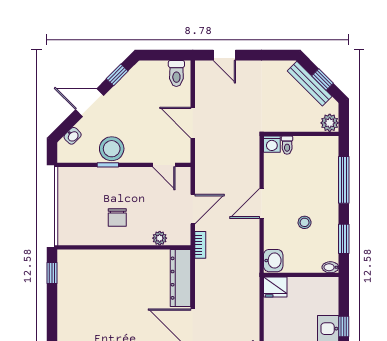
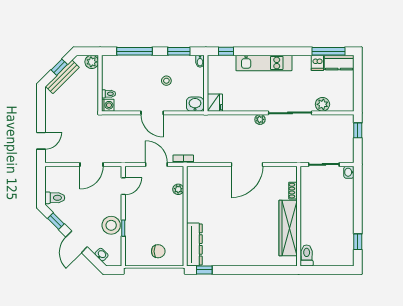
toilet: (176, 73) -> (55, 198), moved
chair: (117, 218) -> (158, 251), moved
dresser: (180, 278) -> (194, 244), moved, turned -90
window: (344, 326) -> (226, 51), moved

